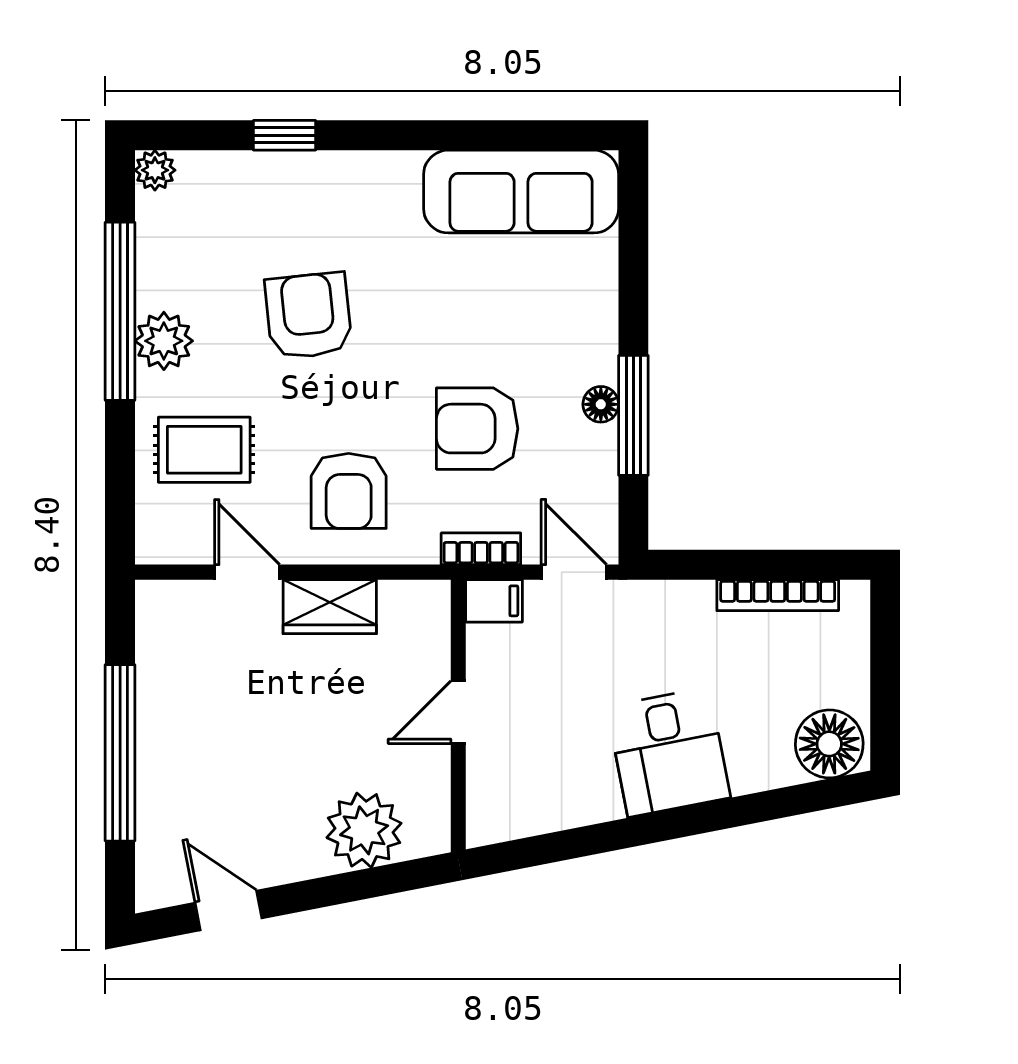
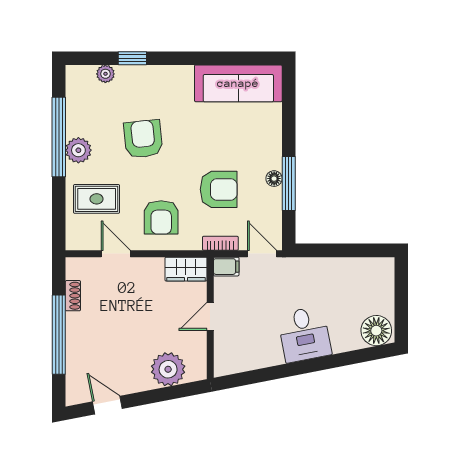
plant: (155, 170) -> (105, 74), moved
armchair: (477, 429) -> (219, 189), turned 180
bookcase: (778, 595) -> (353, 264), removed
wardrobe: (330, 607) -> (186, 269), moved
shoe rack: (151, 666) -> (73, 296), added

